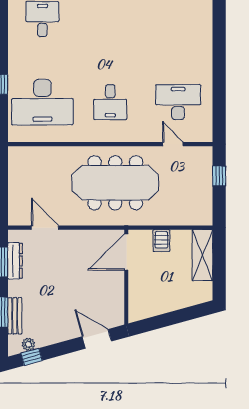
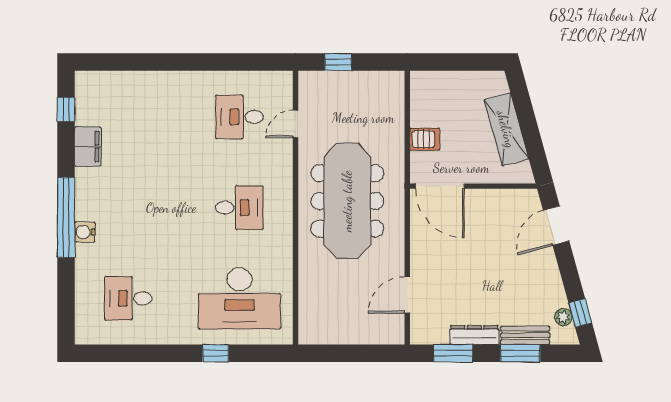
desk: (42, 102) -> (239, 298), turned 90
desk: (178, 102) -> (239, 117), width x0.73
shelving: (202, 255) -> (506, 129), moved, turned 75
dresser: (15, 261) -> (474, 335), moved

